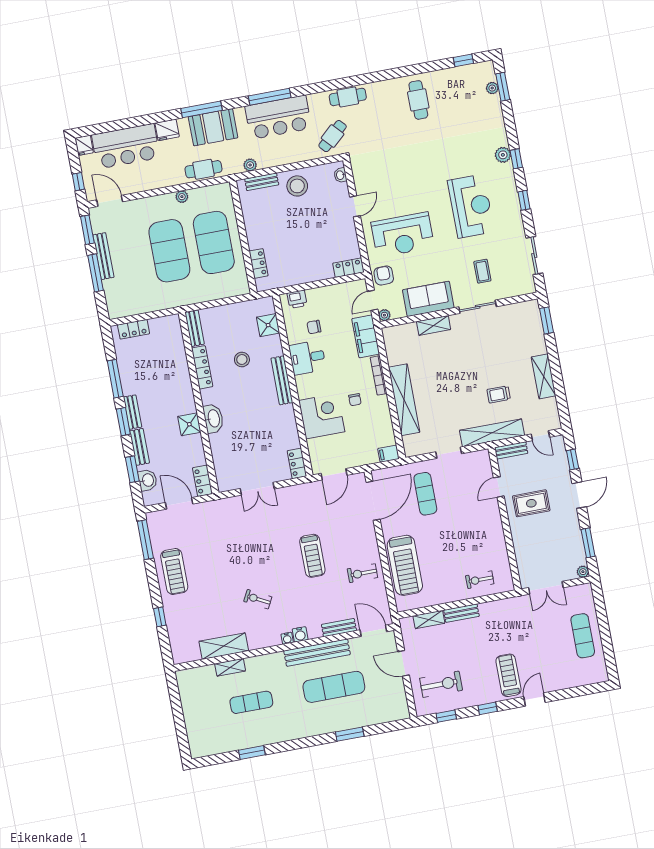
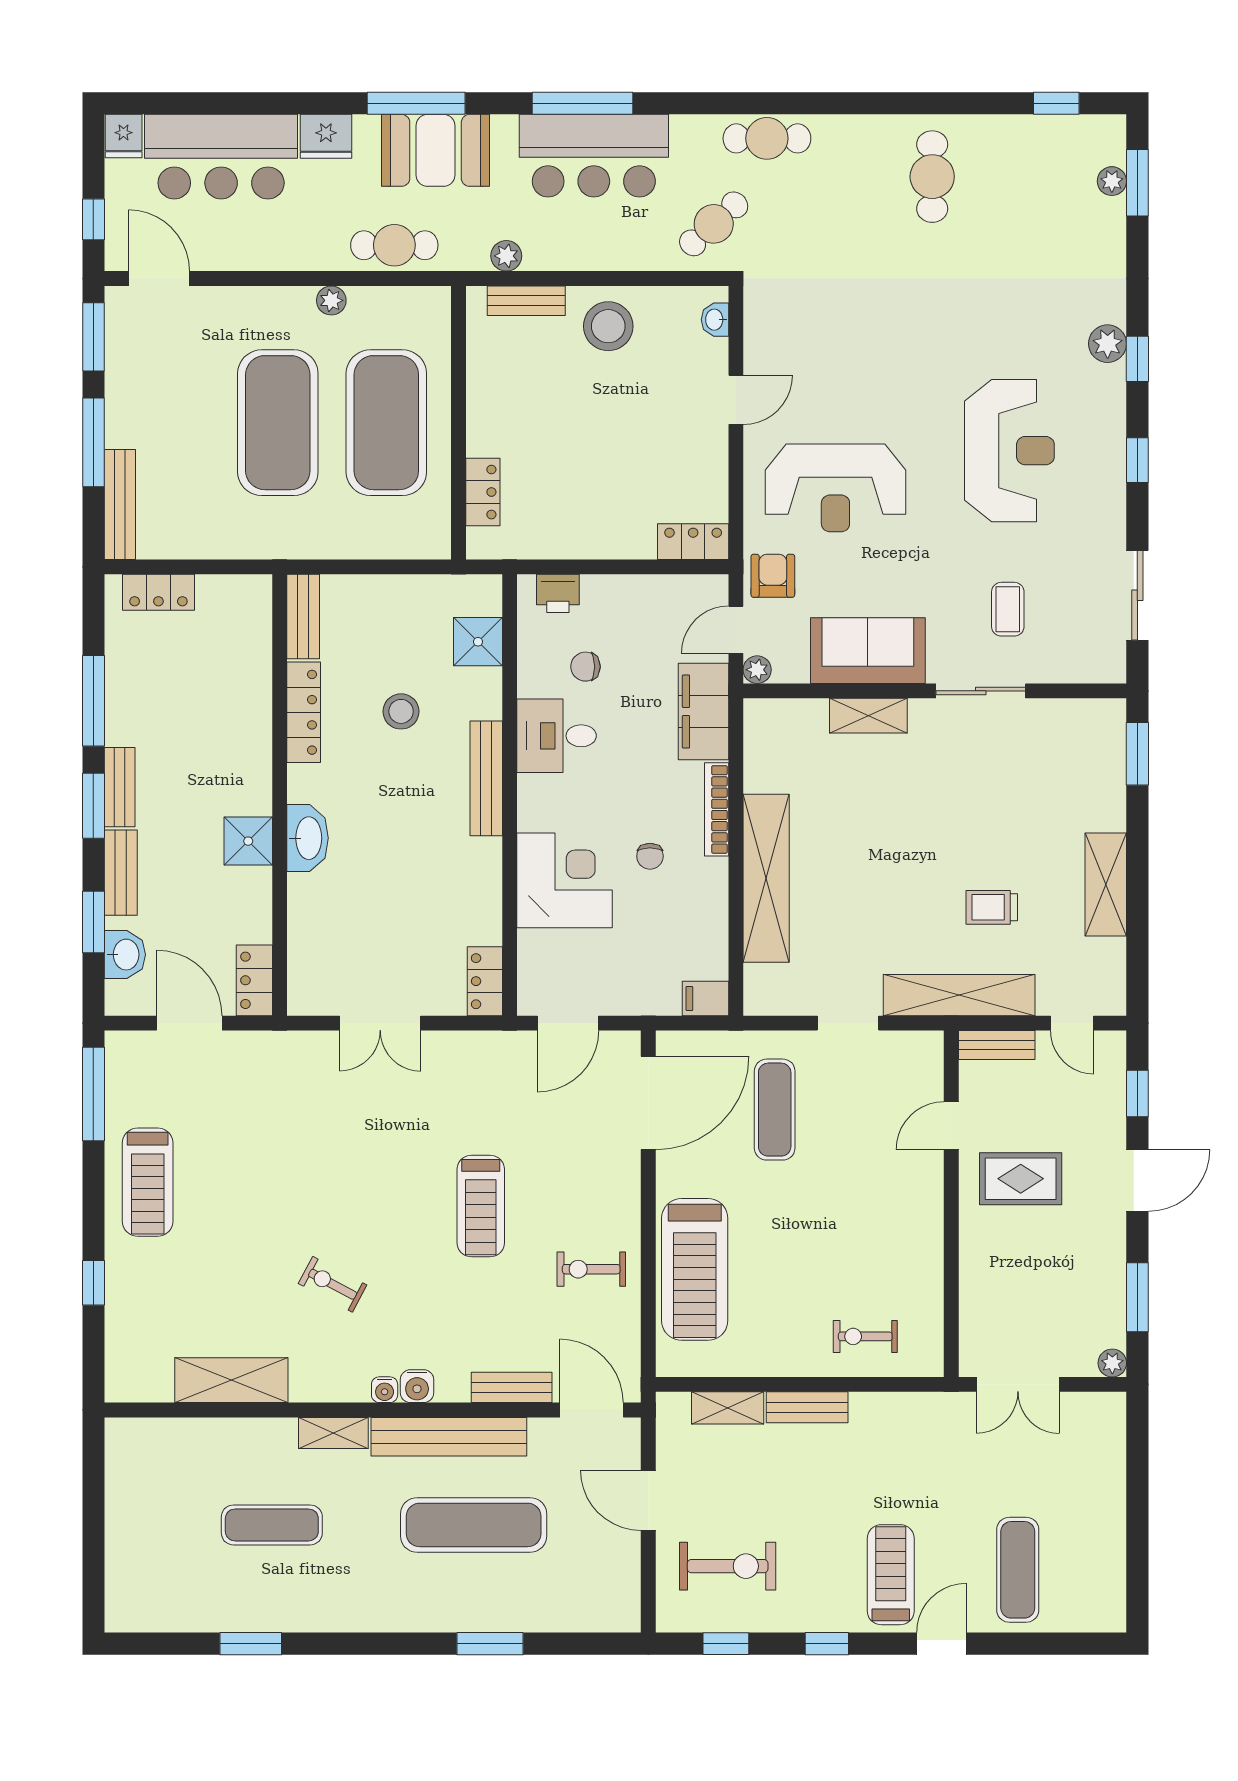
bench: (103, 256) -> (120, 504), moved
exercise mat: (583, 636) -> (1018, 1570), moved
shelving: (230, 667) -> (333, 1433), moved

